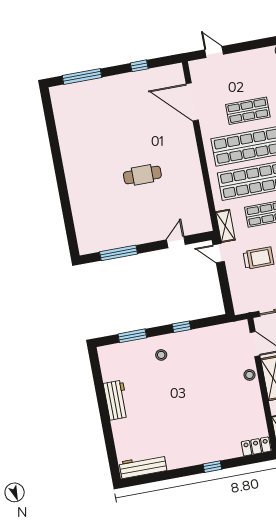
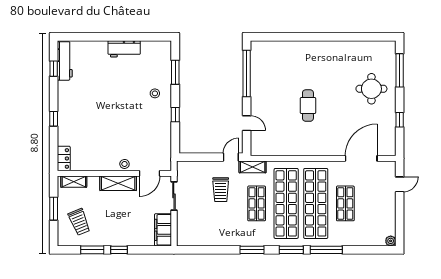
round table: (109, 105) -> (371, 89), added
window: (119, 253) -> (247, 74), width x1.46
window: (154, 477) -> (54, 69), added

